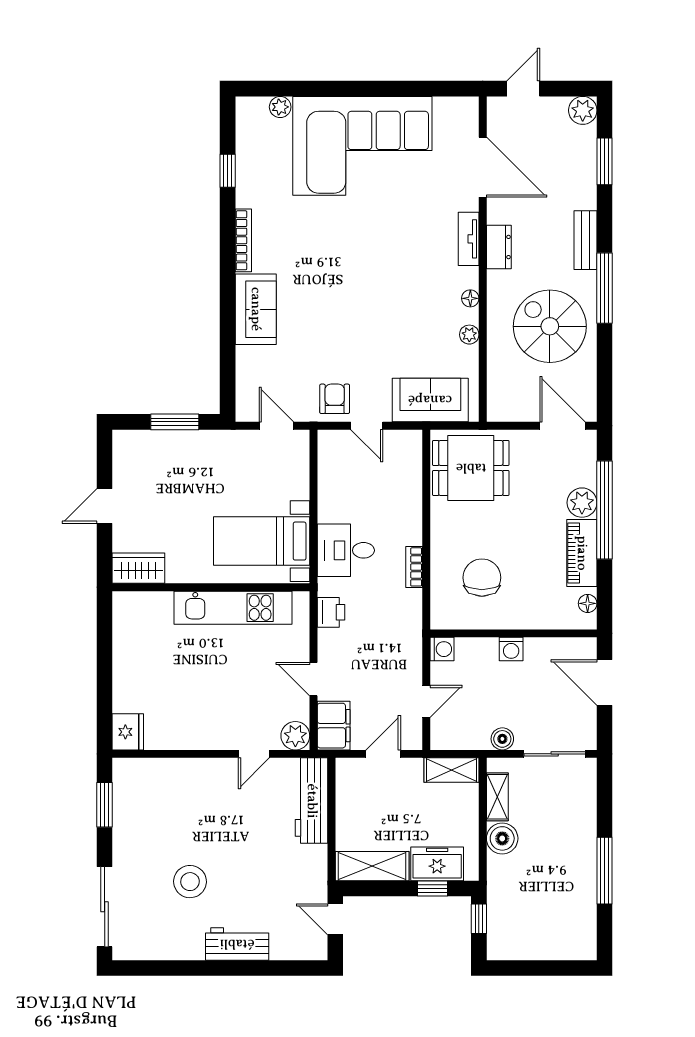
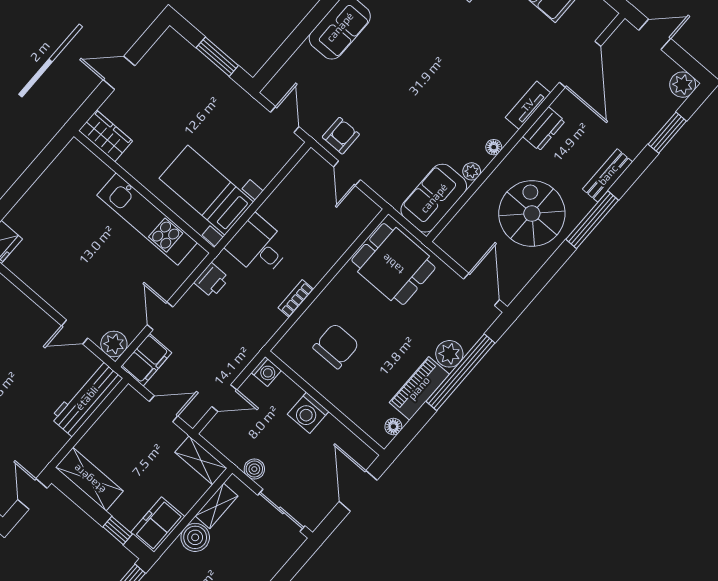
sofa: (430, 400) -> (434, 198), moved, turned -90
washing machine: (511, 649) -> (308, 413), width x1.38, depth x1.38
freezer: (437, 864) -> (158, 525), moved, turned -90

